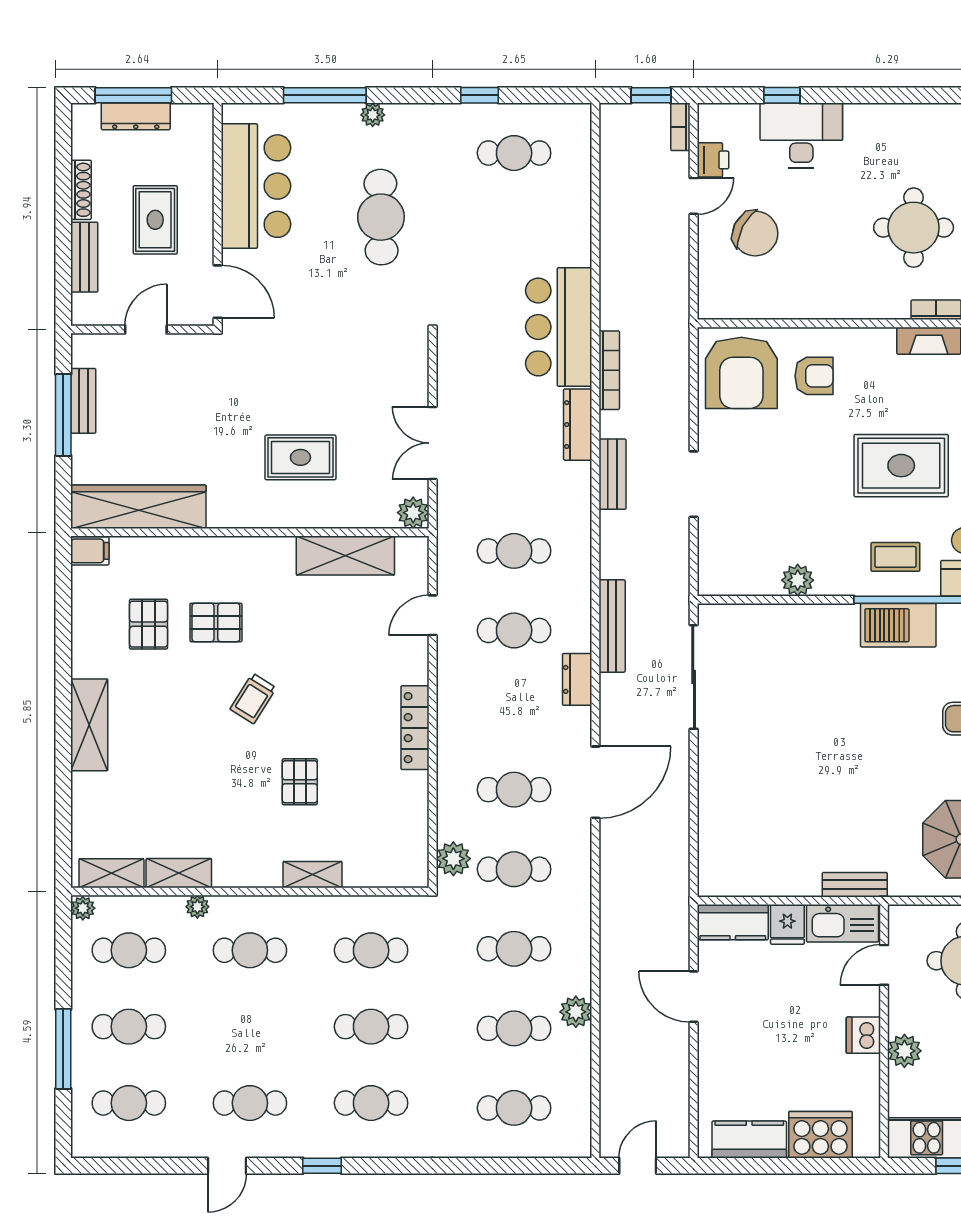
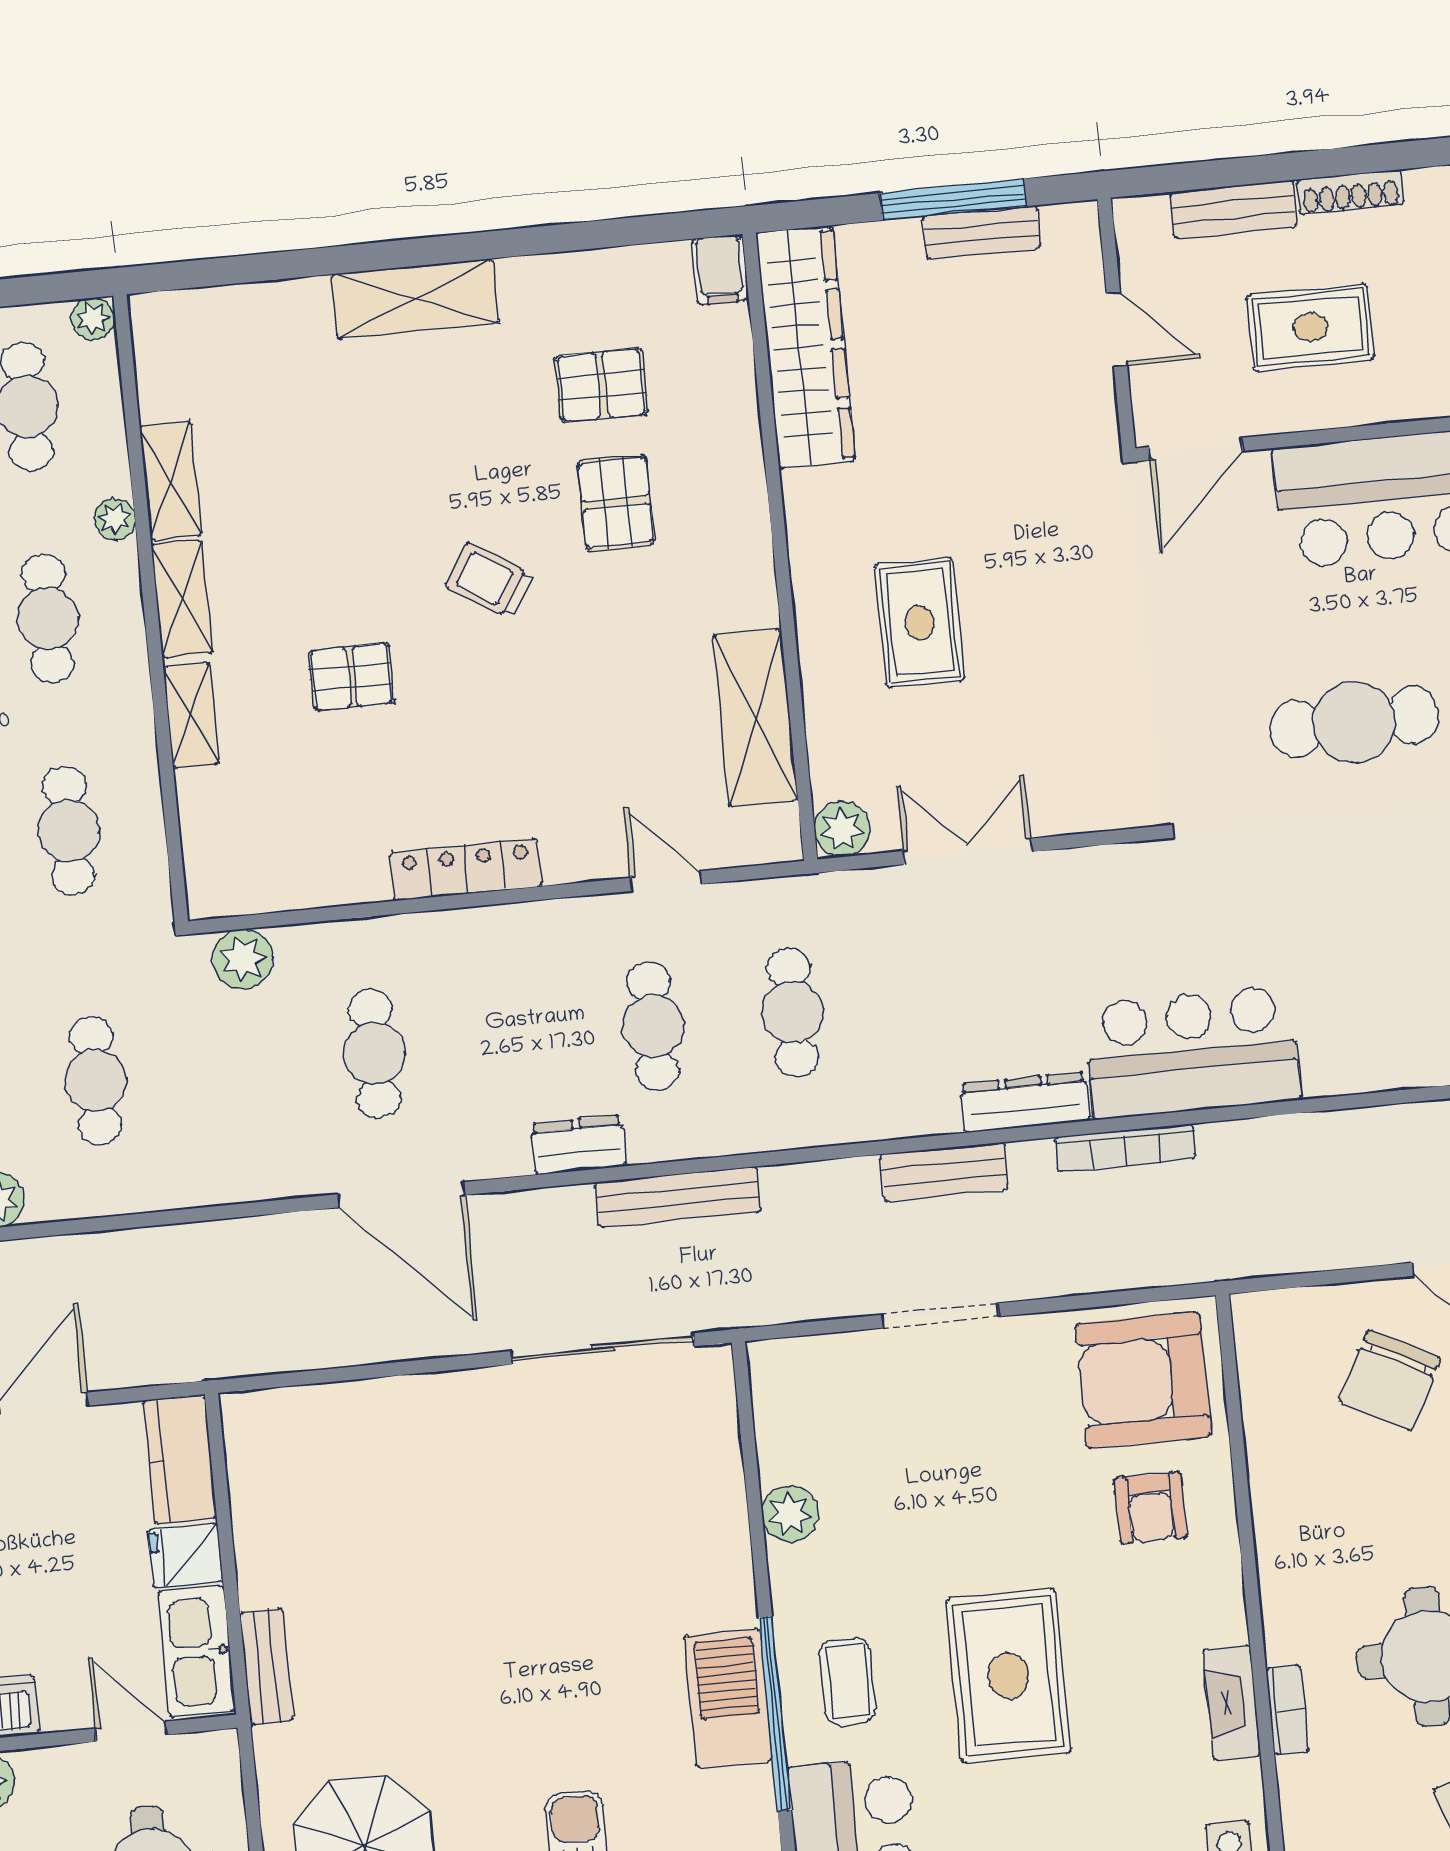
cafe table: (514, 869) -> (235, 1067), removed
shelving: (111, 873) -> (182, 599), moved

